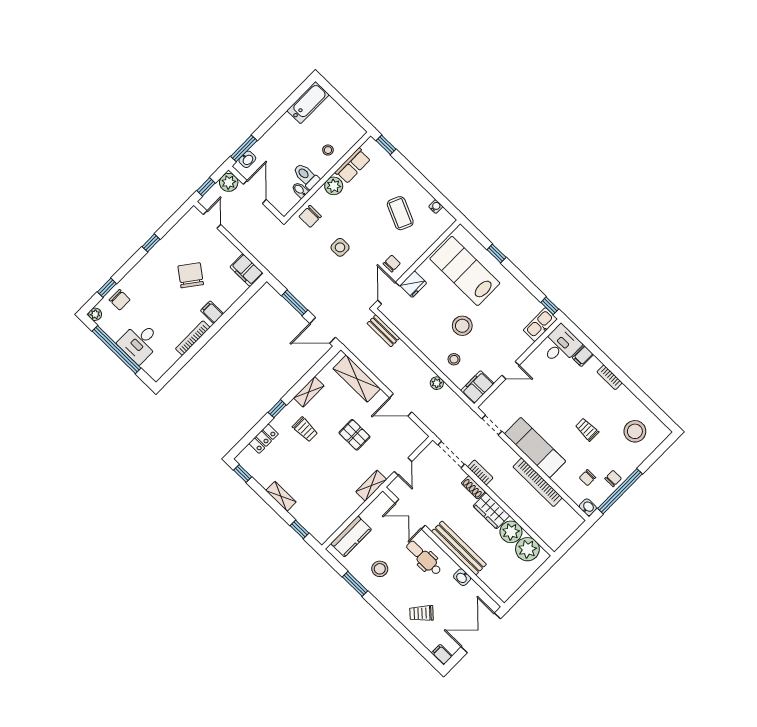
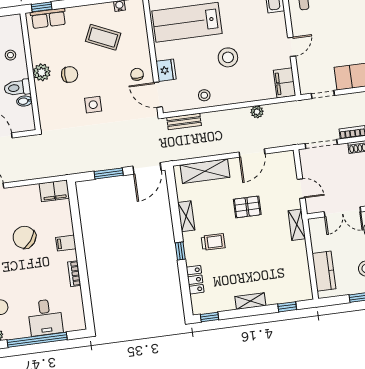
row of seats: (353, 166) -> (48, 18), moved, turned 90
chair: (310, 216) -> (70, 74), moved, turned -90
bookcase: (193, 338) -> (74, 274), width x0.64
stool: (454, 359) -> (204, 95), moved

